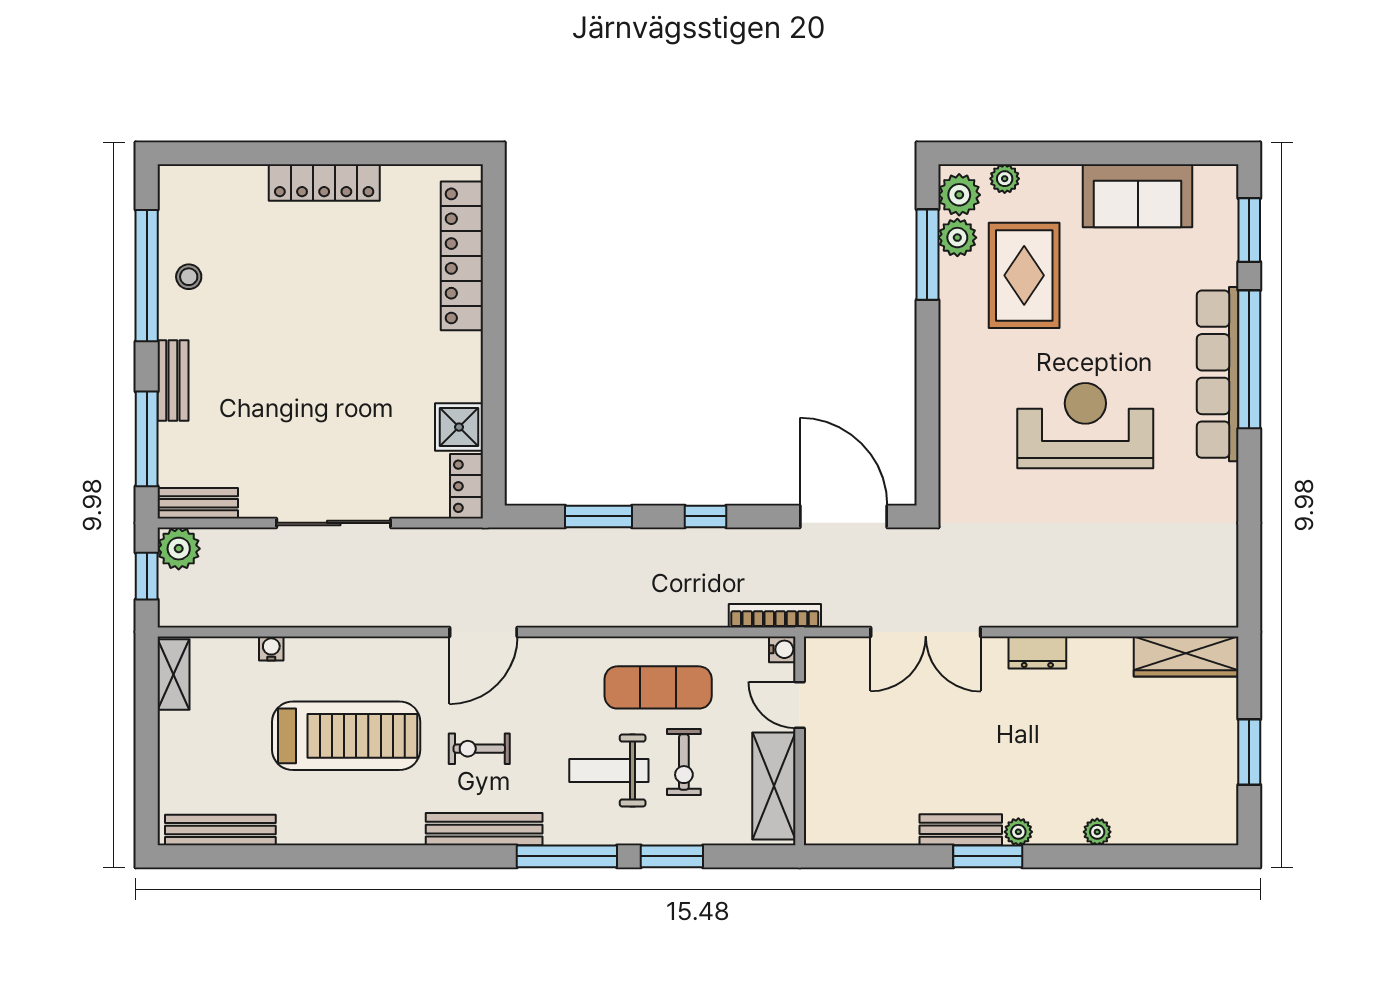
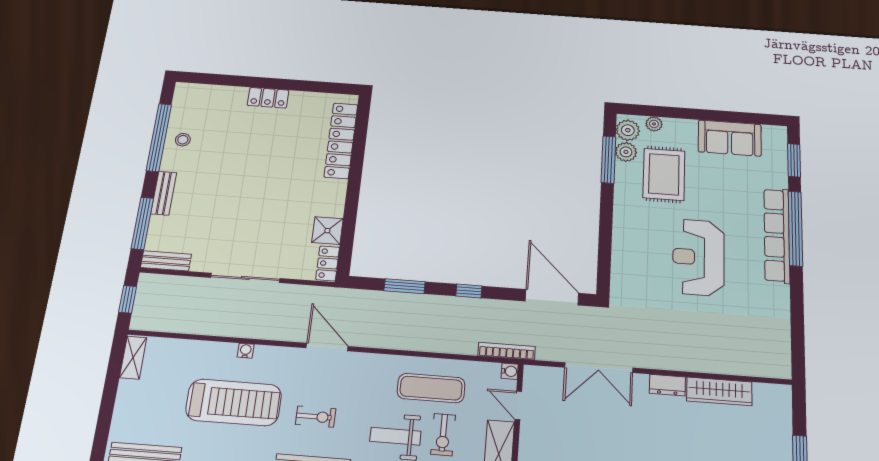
locker: (324, 182) -> (268, 98), width x0.66
reception desk: (1085, 426) -> (698, 257), turned -90
plant: (179, 549) -> (150, 285), removed
door: (483, 632) -> (327, 347), swing flipped
water cooler: (271, 648) -> (246, 351), moved
wardrobe: (1186, 656) -> (719, 391), moved
exercise bike: (479, 749) -> (316, 417), turned 180

